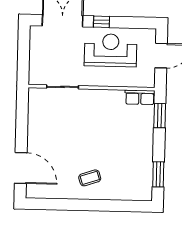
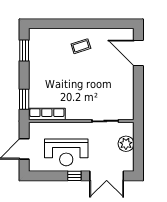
plant: (38, 59) -> (126, 144), added
row of seats: (140, 97) -> (47, 114), width x1.48

